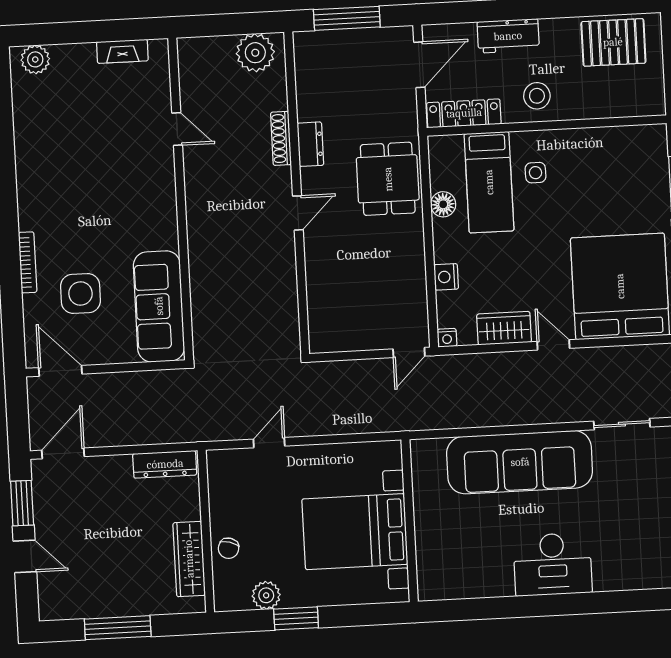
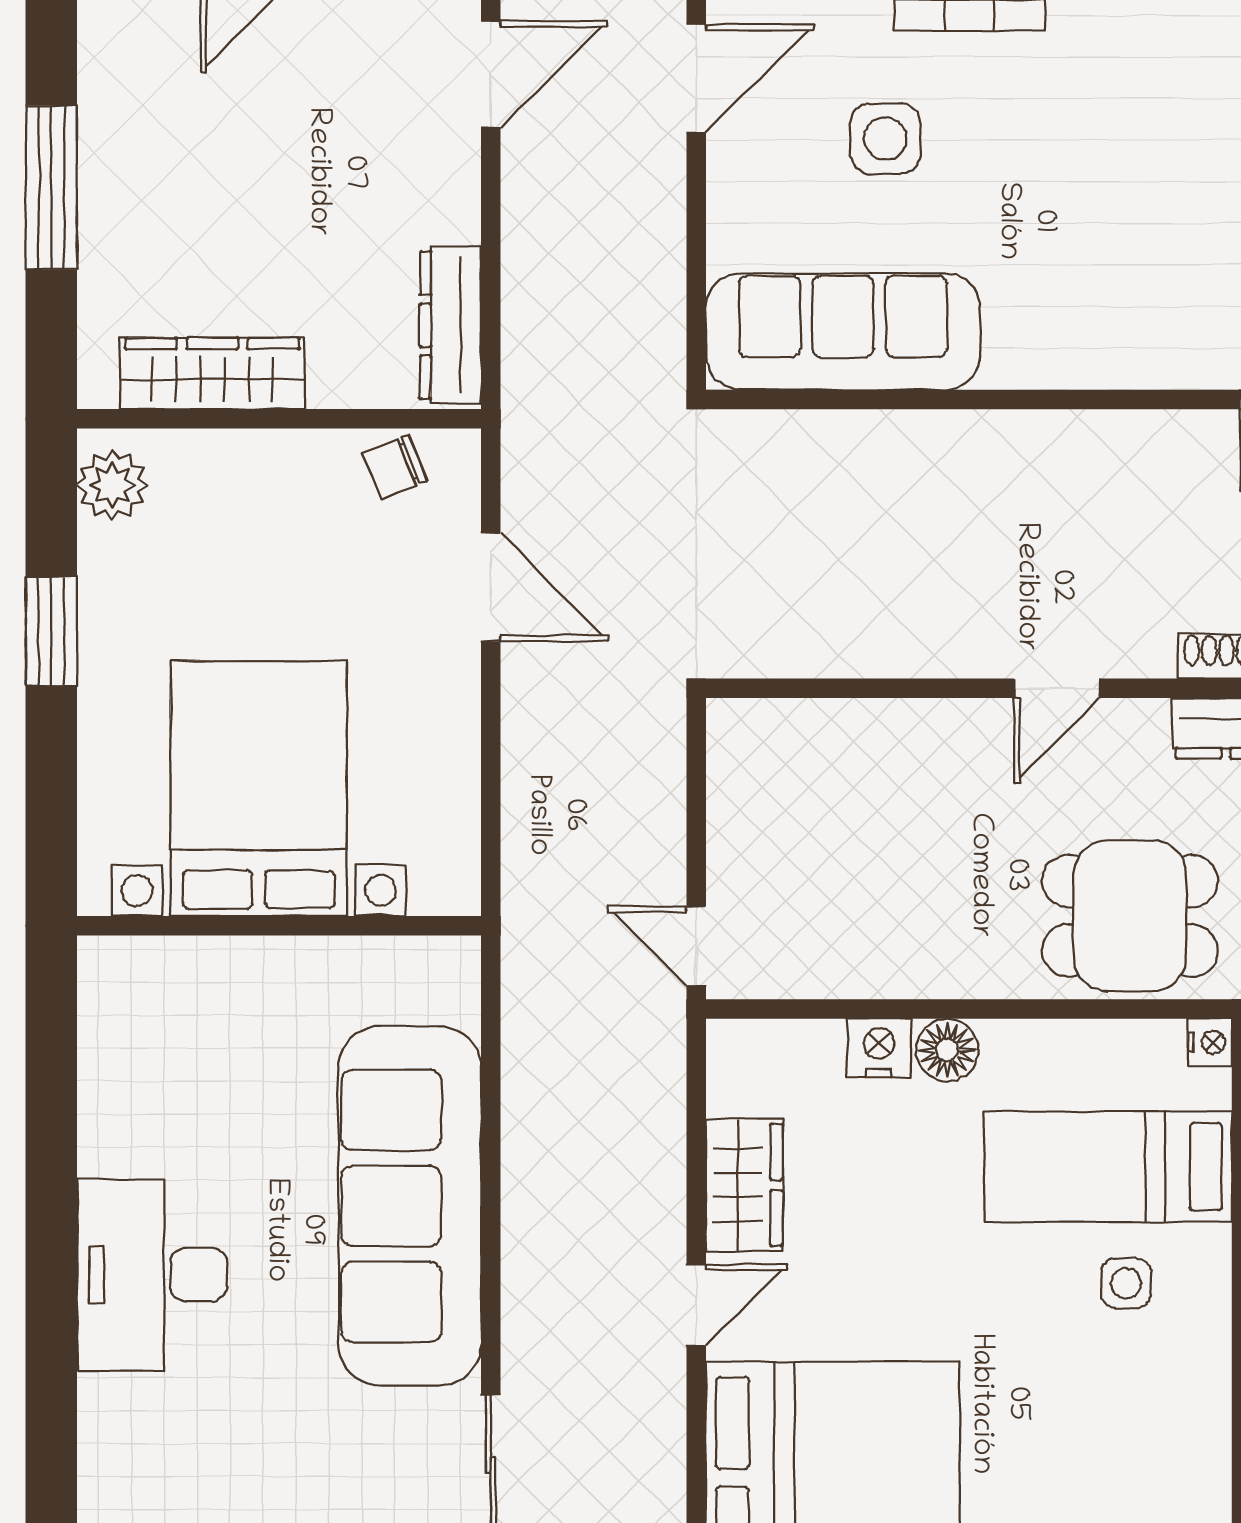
floor lamp: (443, 204) -> (947, 1050), moved
door: (298, 213) -> (1057, 688), hinge flipped
side table: (80, 294) -> (885, 139), width x0.73, depth x0.73
nightstand: (447, 338) -> (1210, 1042), moved, turned 180
door: (269, 443) -> (491, 587), width x1.38
door: (63, 453) -> (491, 74), hinge flipped
chair: (228, 548) -> (395, 467), moved, turned -38
plant: (266, 595) -> (112, 485), moved

